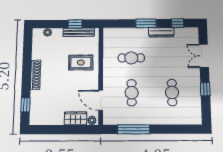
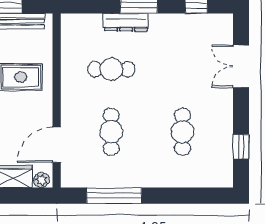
dresser: (161, 32) -> (126, 22), moved
window: (205, 89) -> (241, 147), moved
door: (101, 100) -> (57, 145), hinge flipped

